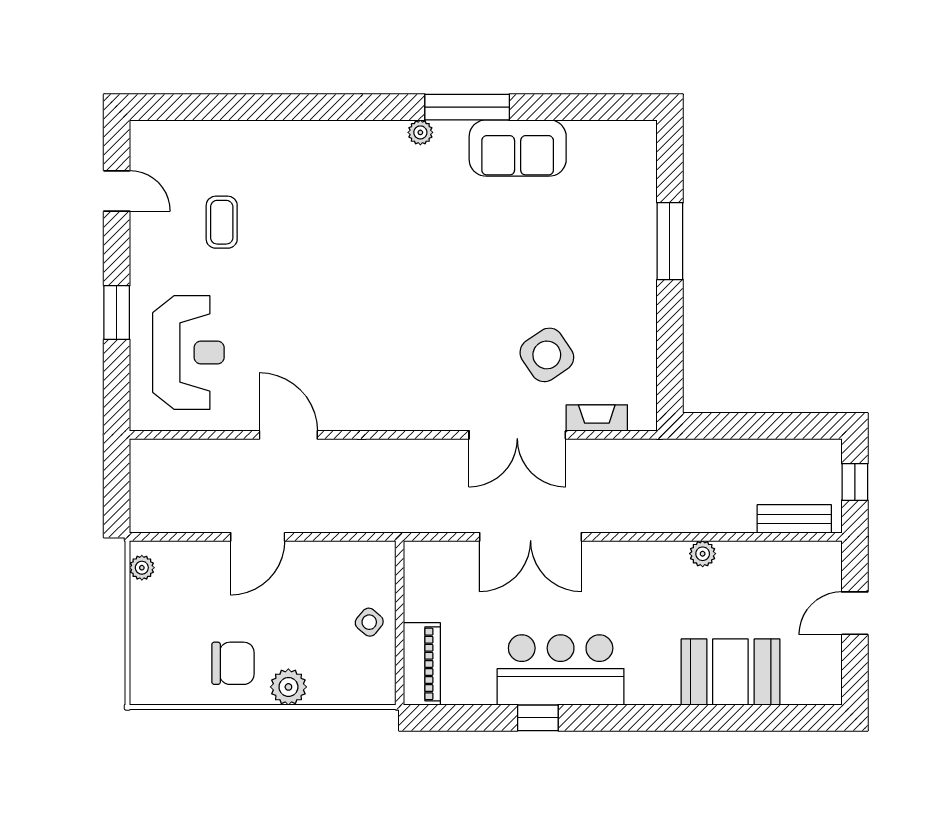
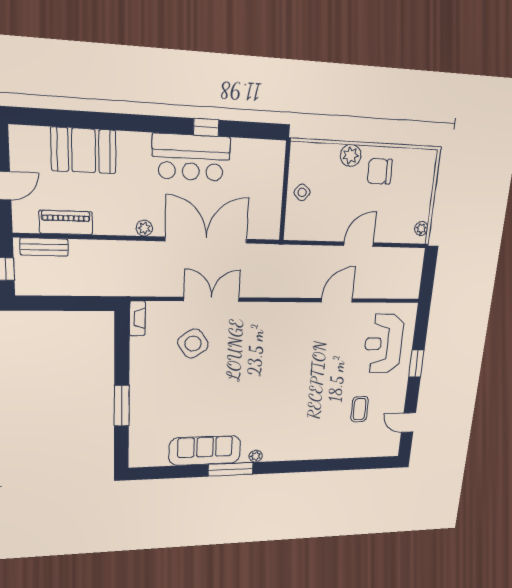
sofa: (518, 148) -> (205, 451), width x1.36
fireplace: (597, 418) -> (137, 318), moved, turned -90
door: (288, 435) -> (337, 300), swing flipped
double door: (531, 537) -> (206, 240), width x1.36
plant: (703, 554) -> (144, 228), moved
piano: (422, 664) -> (66, 223), moved, turned 90

